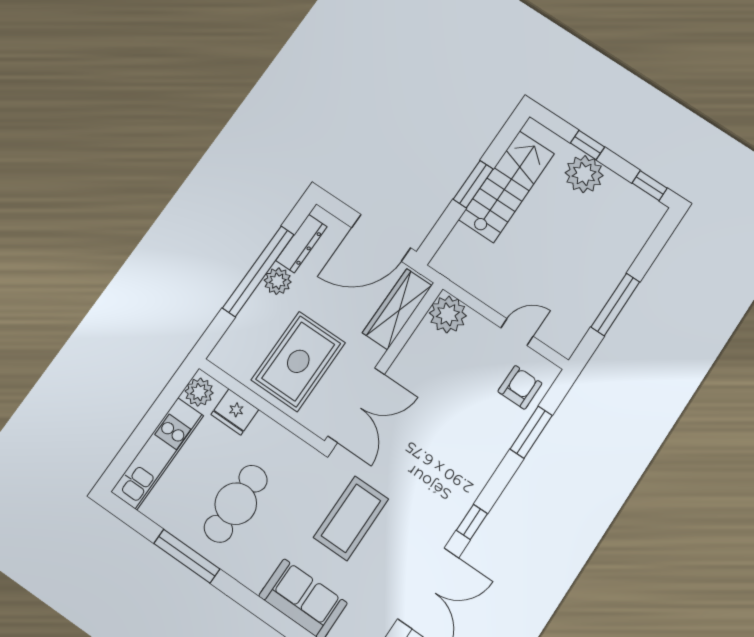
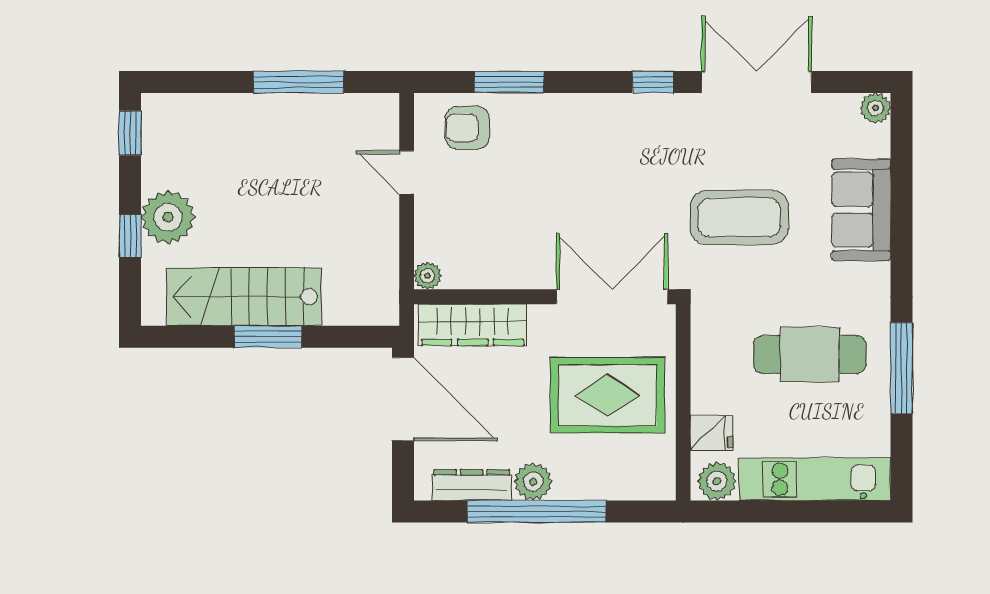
plant: (448, 314) -> (428, 276), width x0.53, depth x0.53
fridge: (235, 412) -> (712, 433), width x0.72

